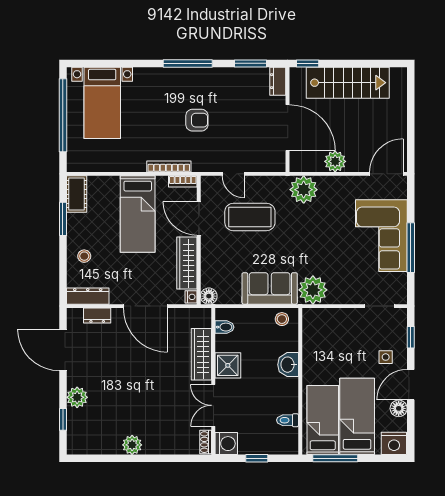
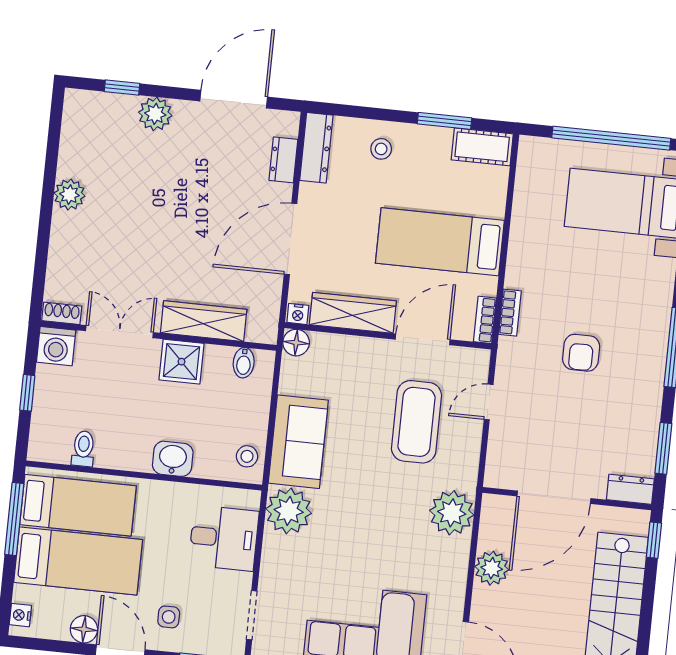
bookcase: (169, 166) -> (510, 313), width x0.64
desk: (334, 328) -> (224, 538), added
nightstand: (394, 443) -> (20, 615), width x0.53, depth x0.56

